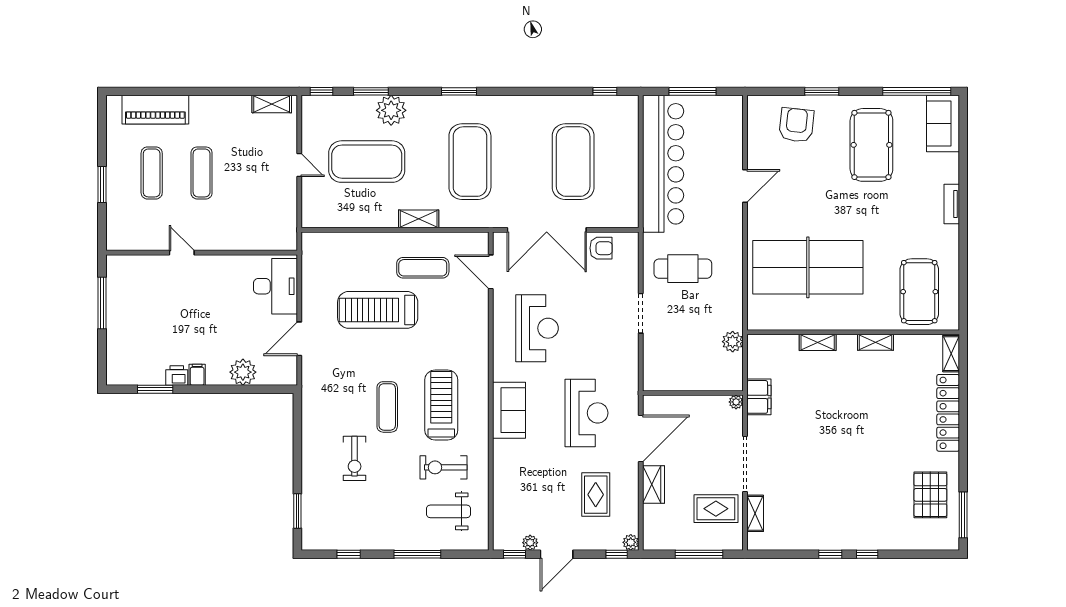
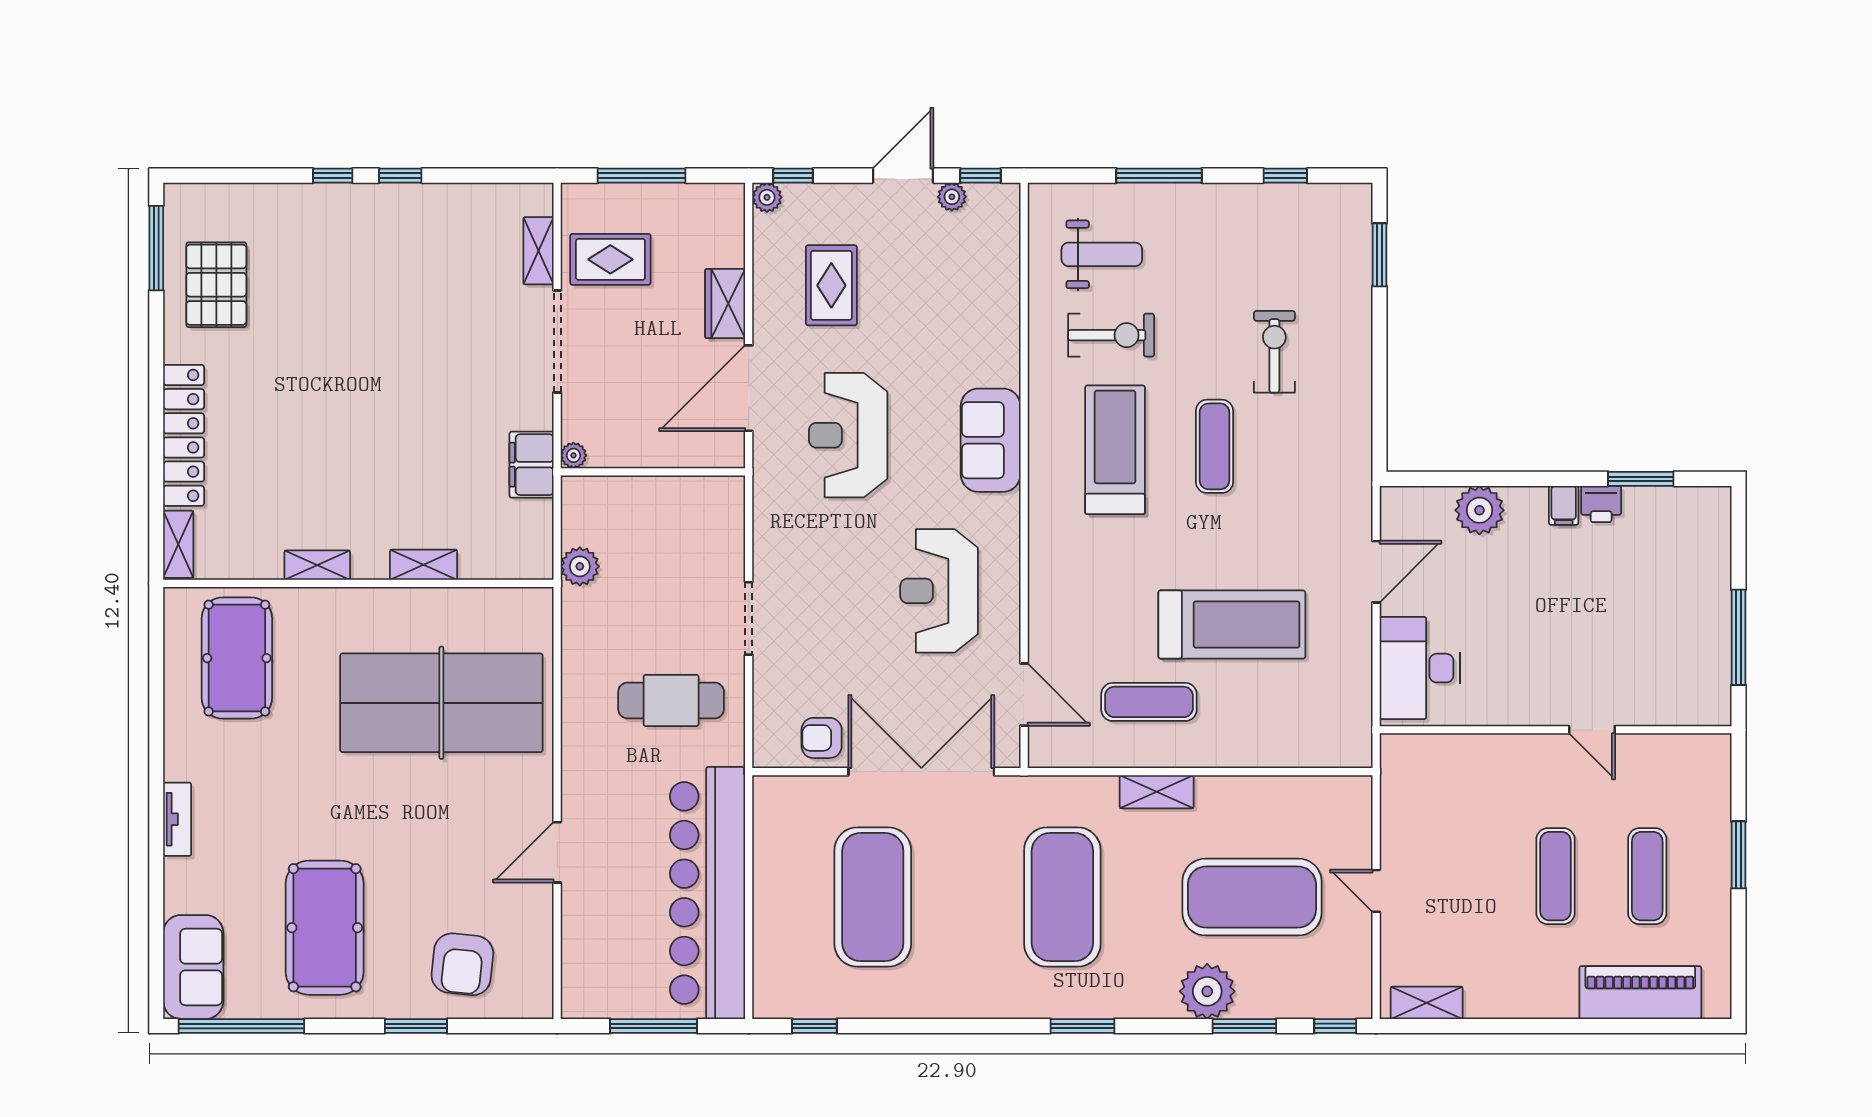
treadmill: (441, 405) -> (1115, 450), turned 180

